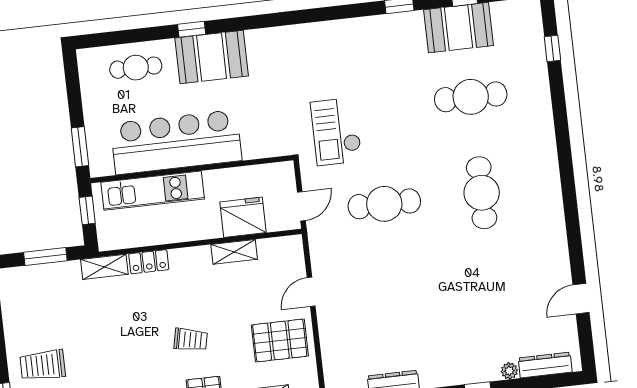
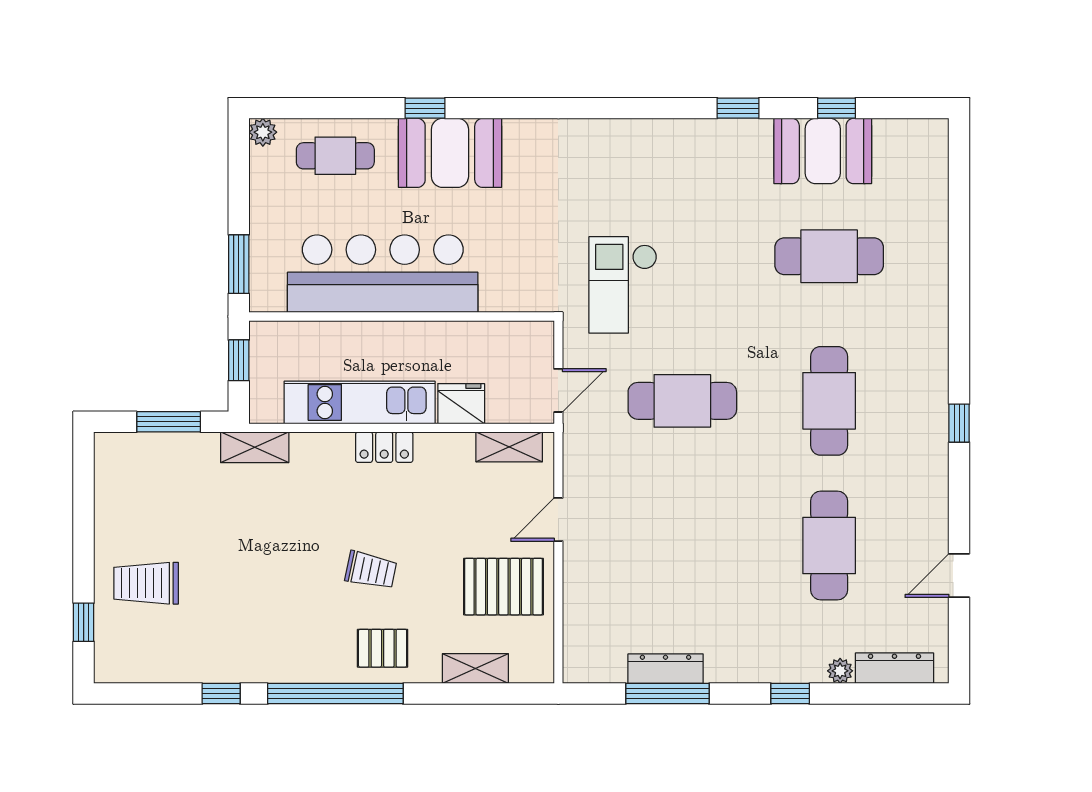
window: (552, 49) -> (959, 423), moved
plant: (86, 57) -> (263, 132), added
kitchen unit: (153, 191) -> (360, 402), moved, turned 180
fridge: (243, 217) -> (461, 404), width x0.73, depth x0.75
shelving: (234, 252) -> (509, 447), moved
locker: (149, 262) -> (384, 447), moved
cafe table: (493, 289) -> (829, 545), added

